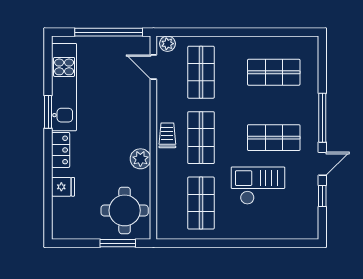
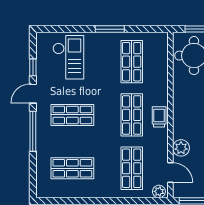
trolley: (167, 135) -> (159, 117), turned 180
plant: (140, 159) -> (181, 148), moved
checkout: (258, 186) -> (68, 57), moved, turned -90
window: (228, 243) -> (110, 29), added

